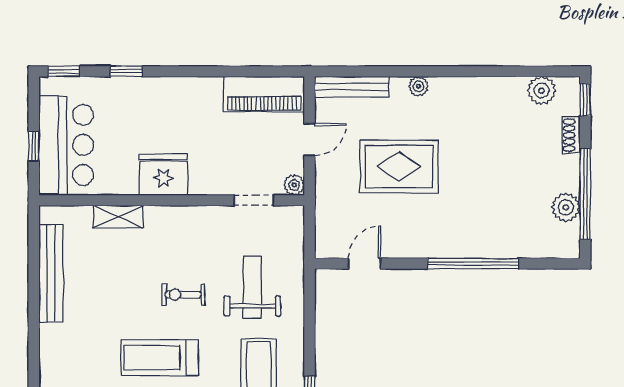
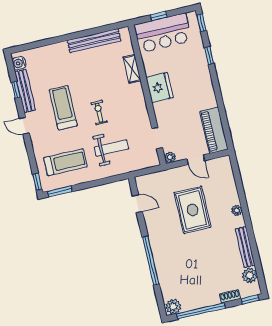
bench: (352, 87) -> (245, 247), moved
plant: (566, 207) -> (173, 307), moved

